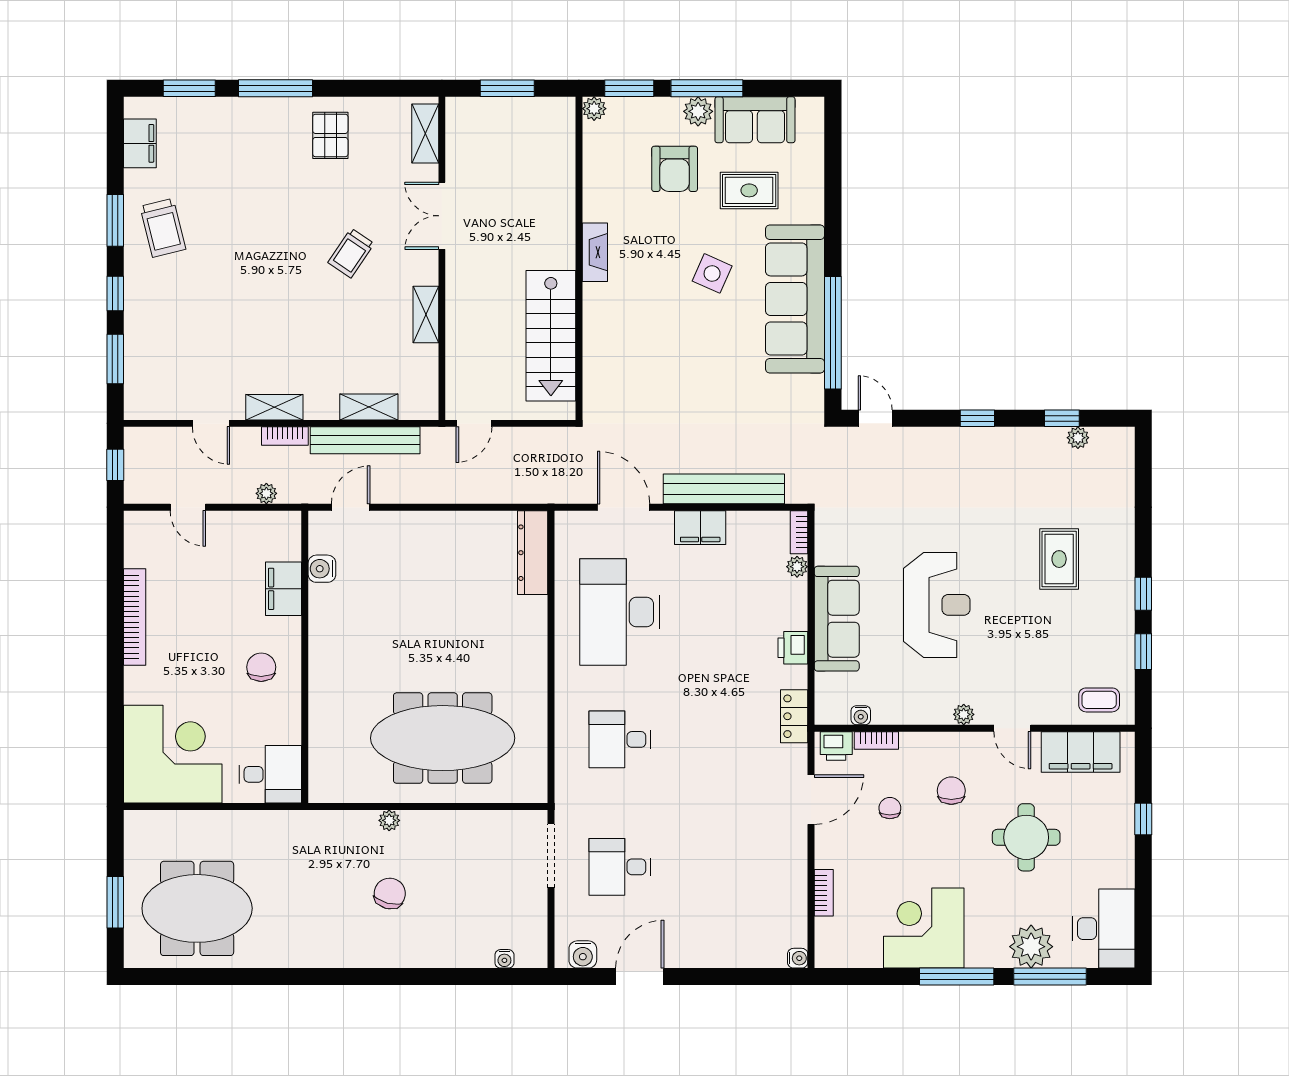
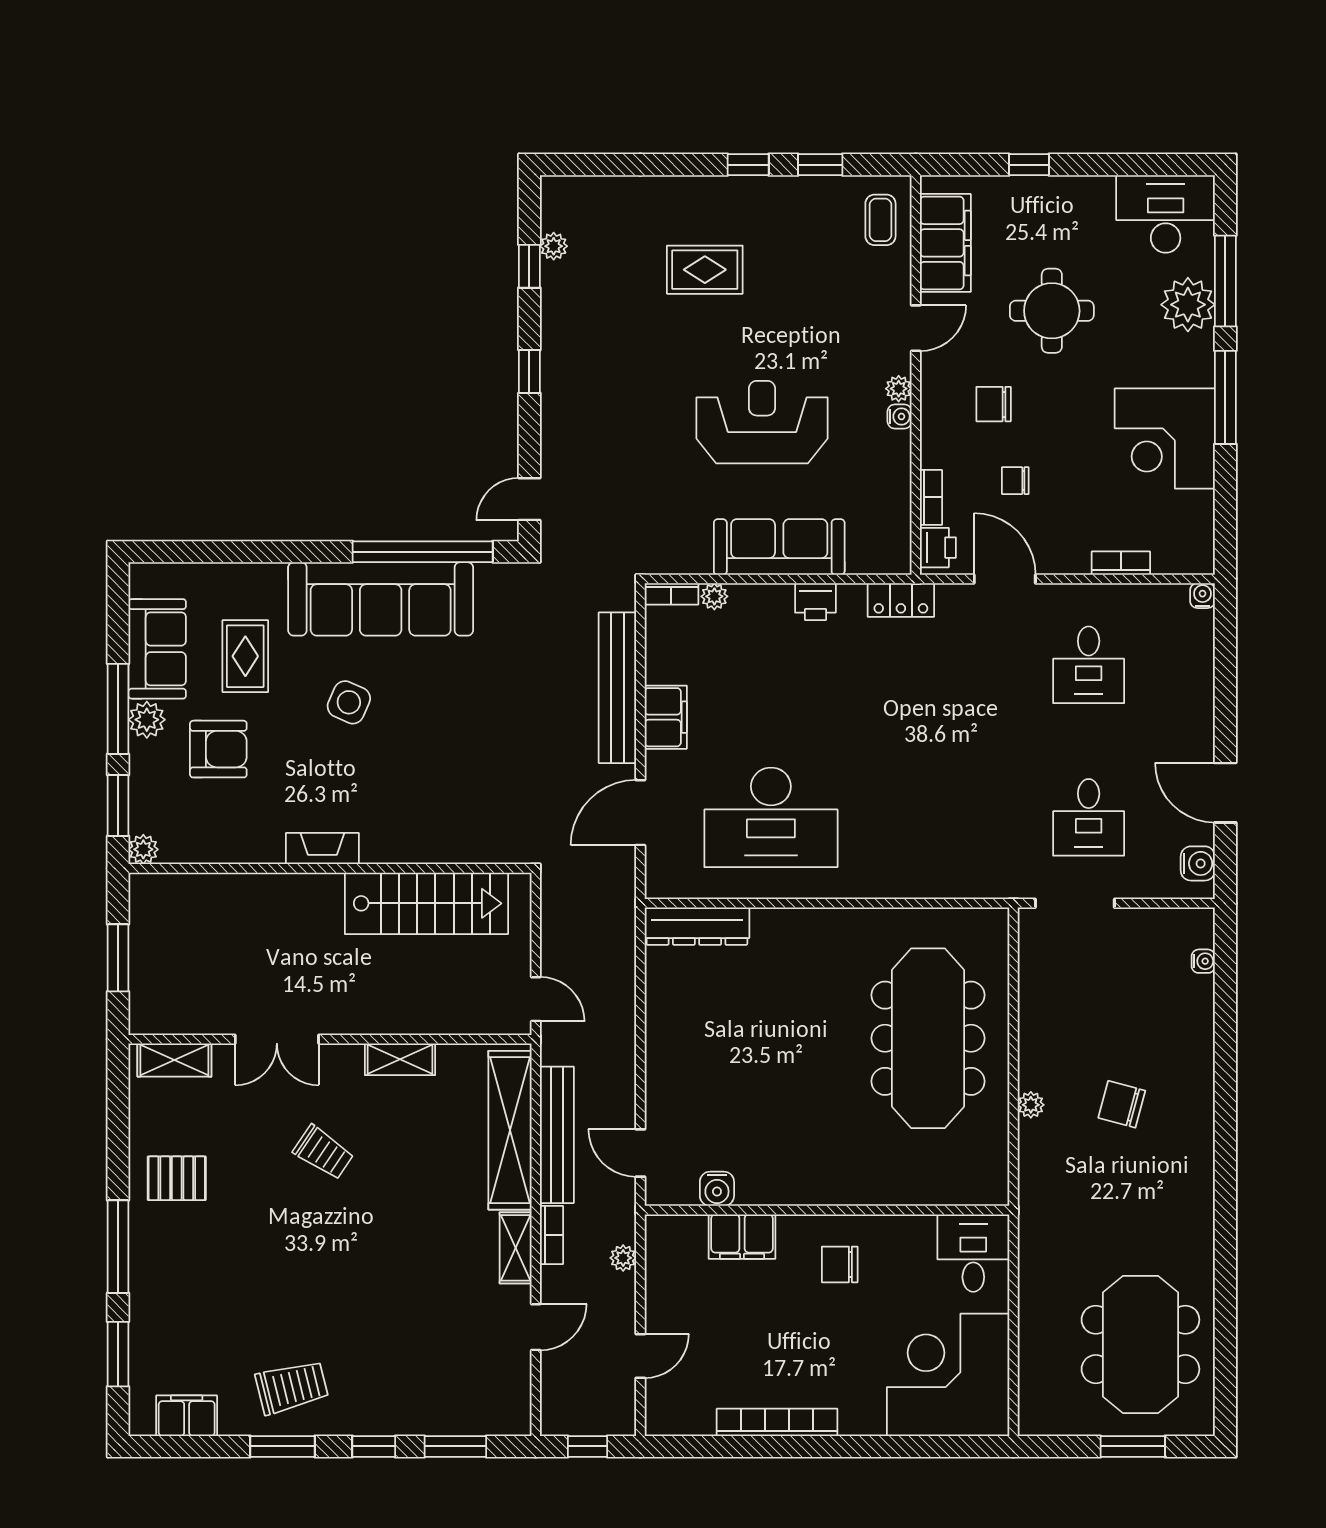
shelving: (369, 407) -> (510, 1130), width x2.20, depth x1.33
water cooler: (861, 715) -> (900, 416), moved
desk: (620, 739) -> (1089, 665), moved

